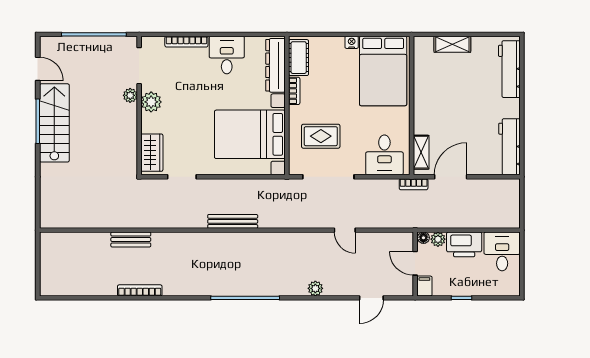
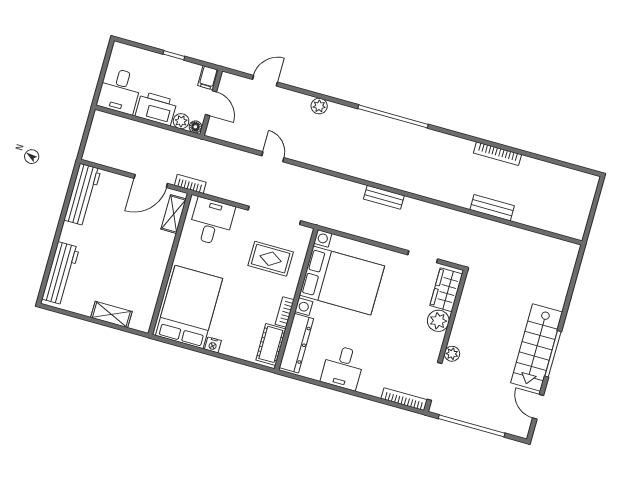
bookcase: (186, 42) -> (404, 399), moved
plant: (151, 102) -> (438, 321), moved
bench: (233, 221) -> (384, 197), width x0.73

